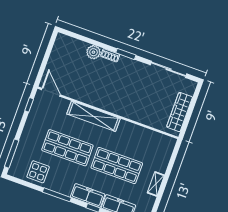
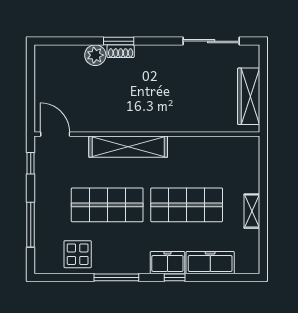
window: (126, 54) -> (119, 41), moved
window: (12, 154) -> (31, 225), moved
freezer: (88, 196) -> (167, 263), width x0.71

